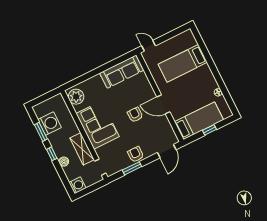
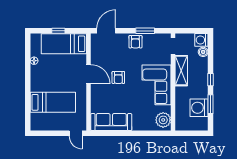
boiler: (64, 162) -> (203, 52), moved

